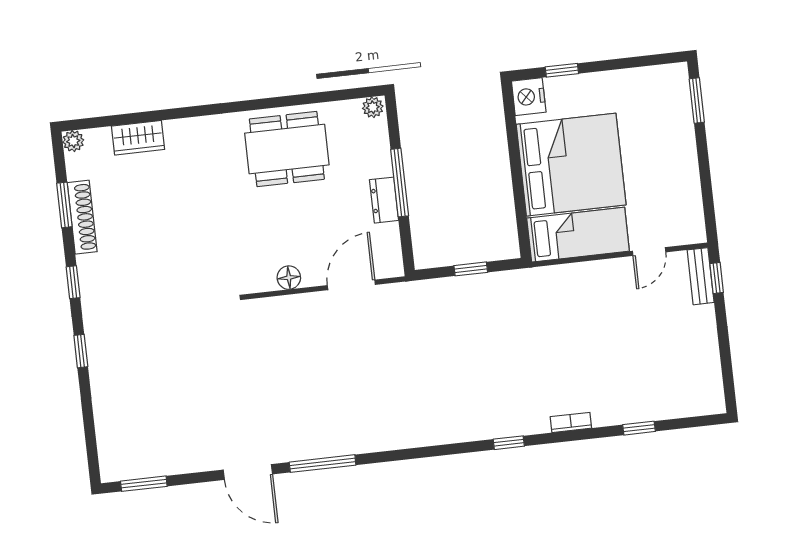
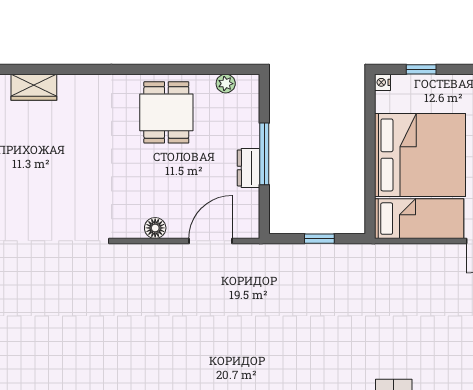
nightstand: (529, 97) -> (383, 82), width x0.53, depth x0.56
plant: (373, 107) -> (226, 84), moved
dining table: (287, 149) -> (166, 112), width x0.73

